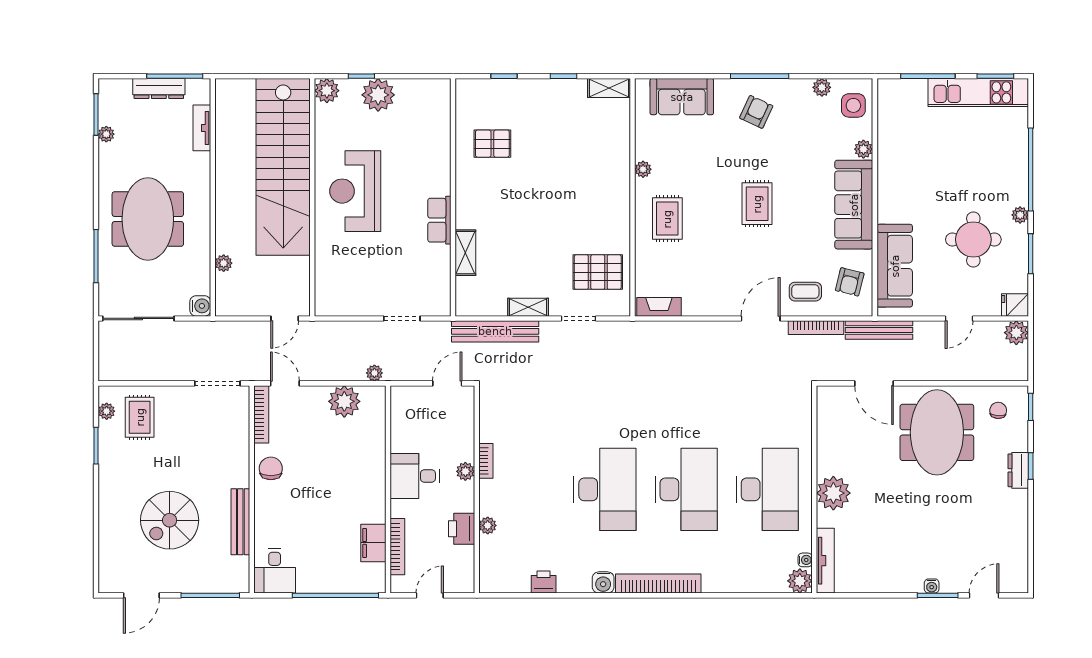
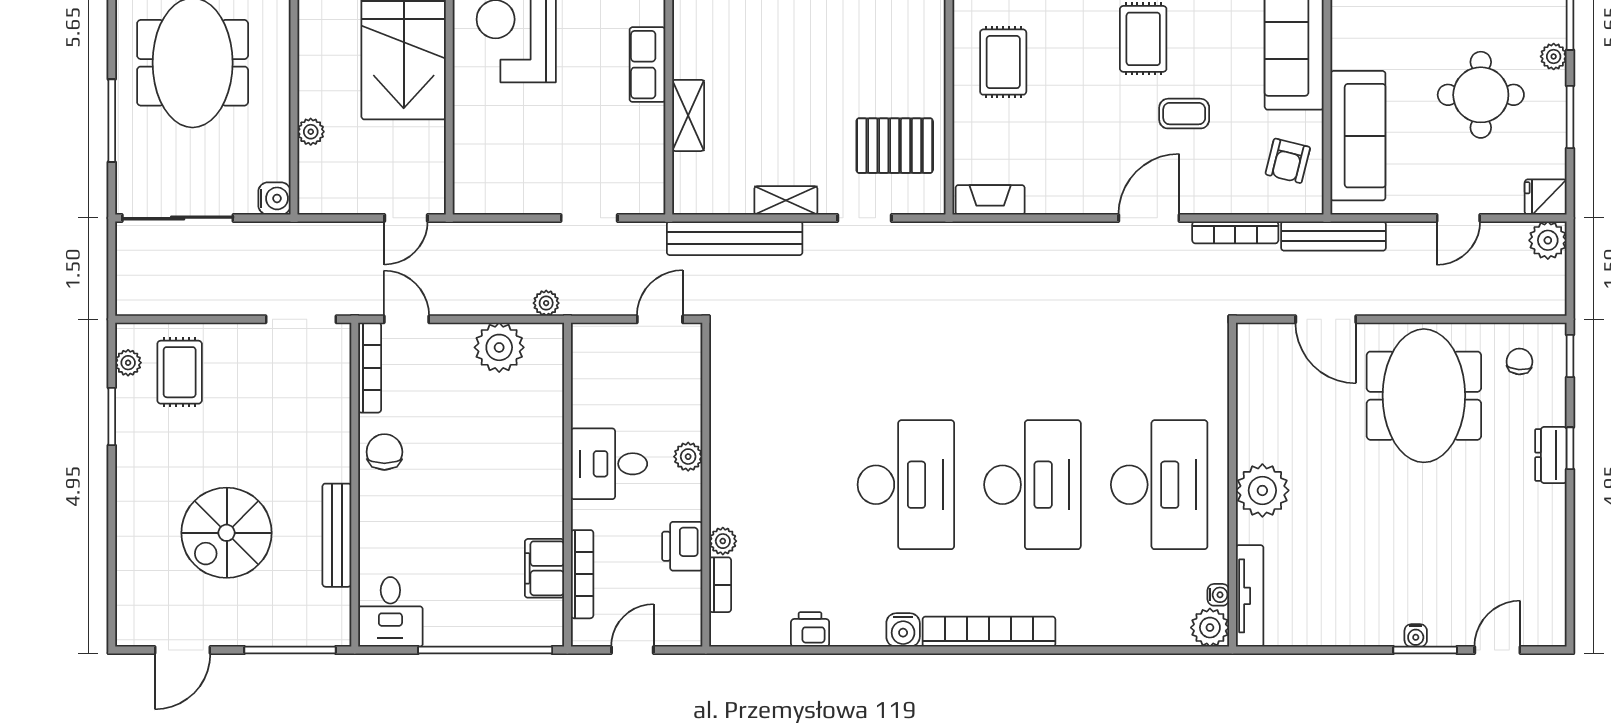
coffee table: (805, 292) -> (1184, 114), moved
bookcase: (486, 461) -> (720, 585), moved

